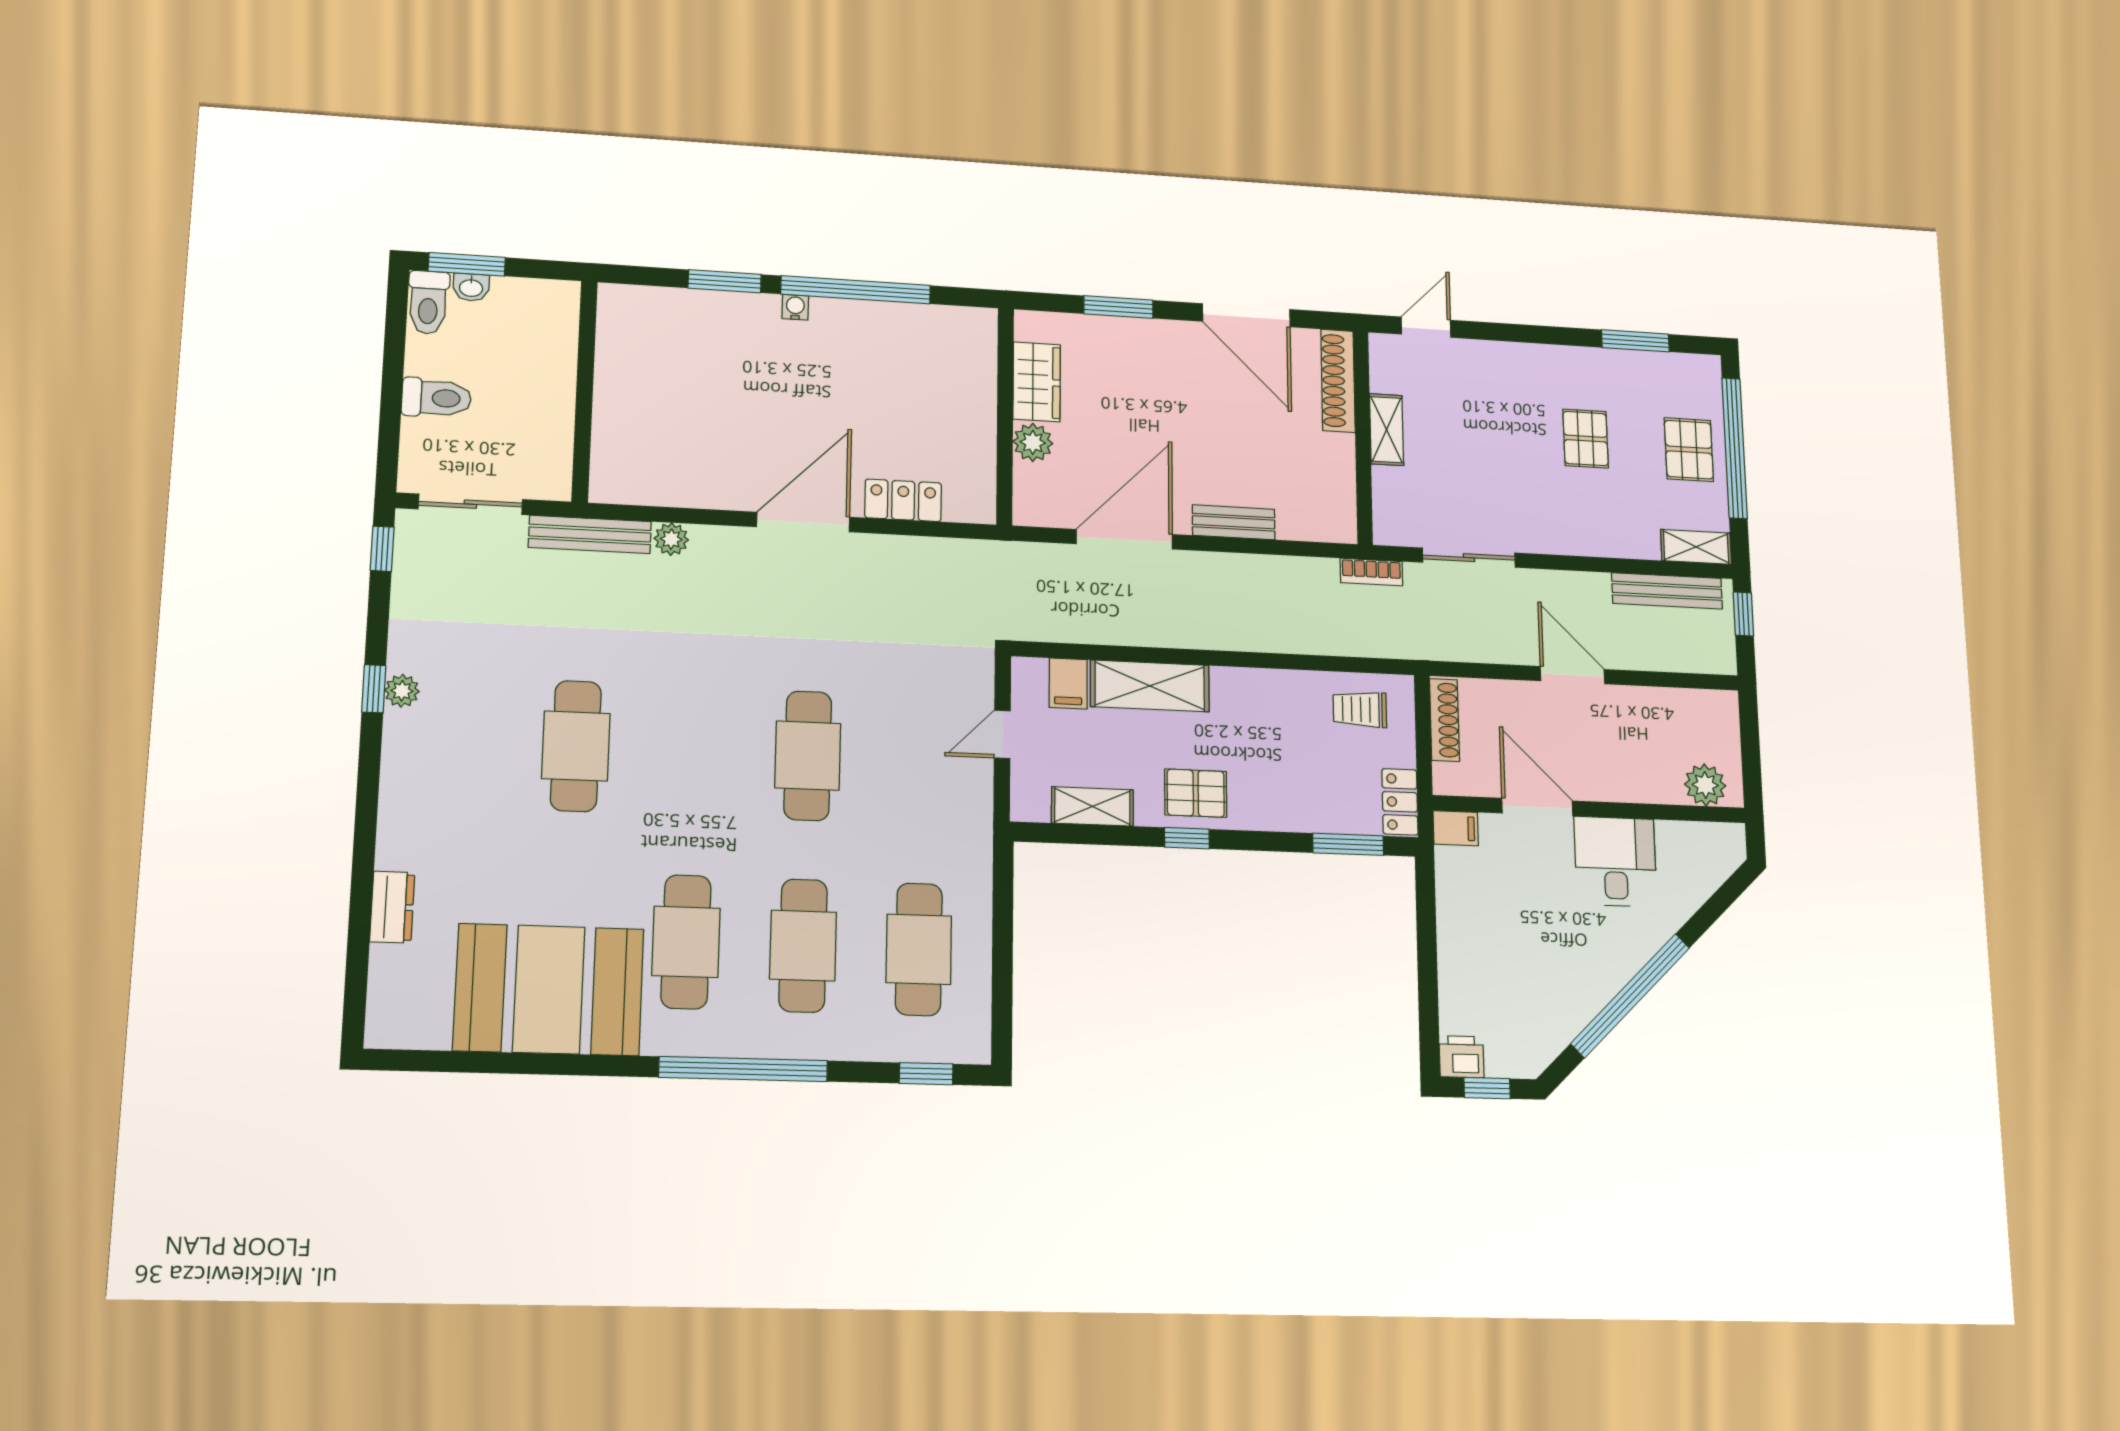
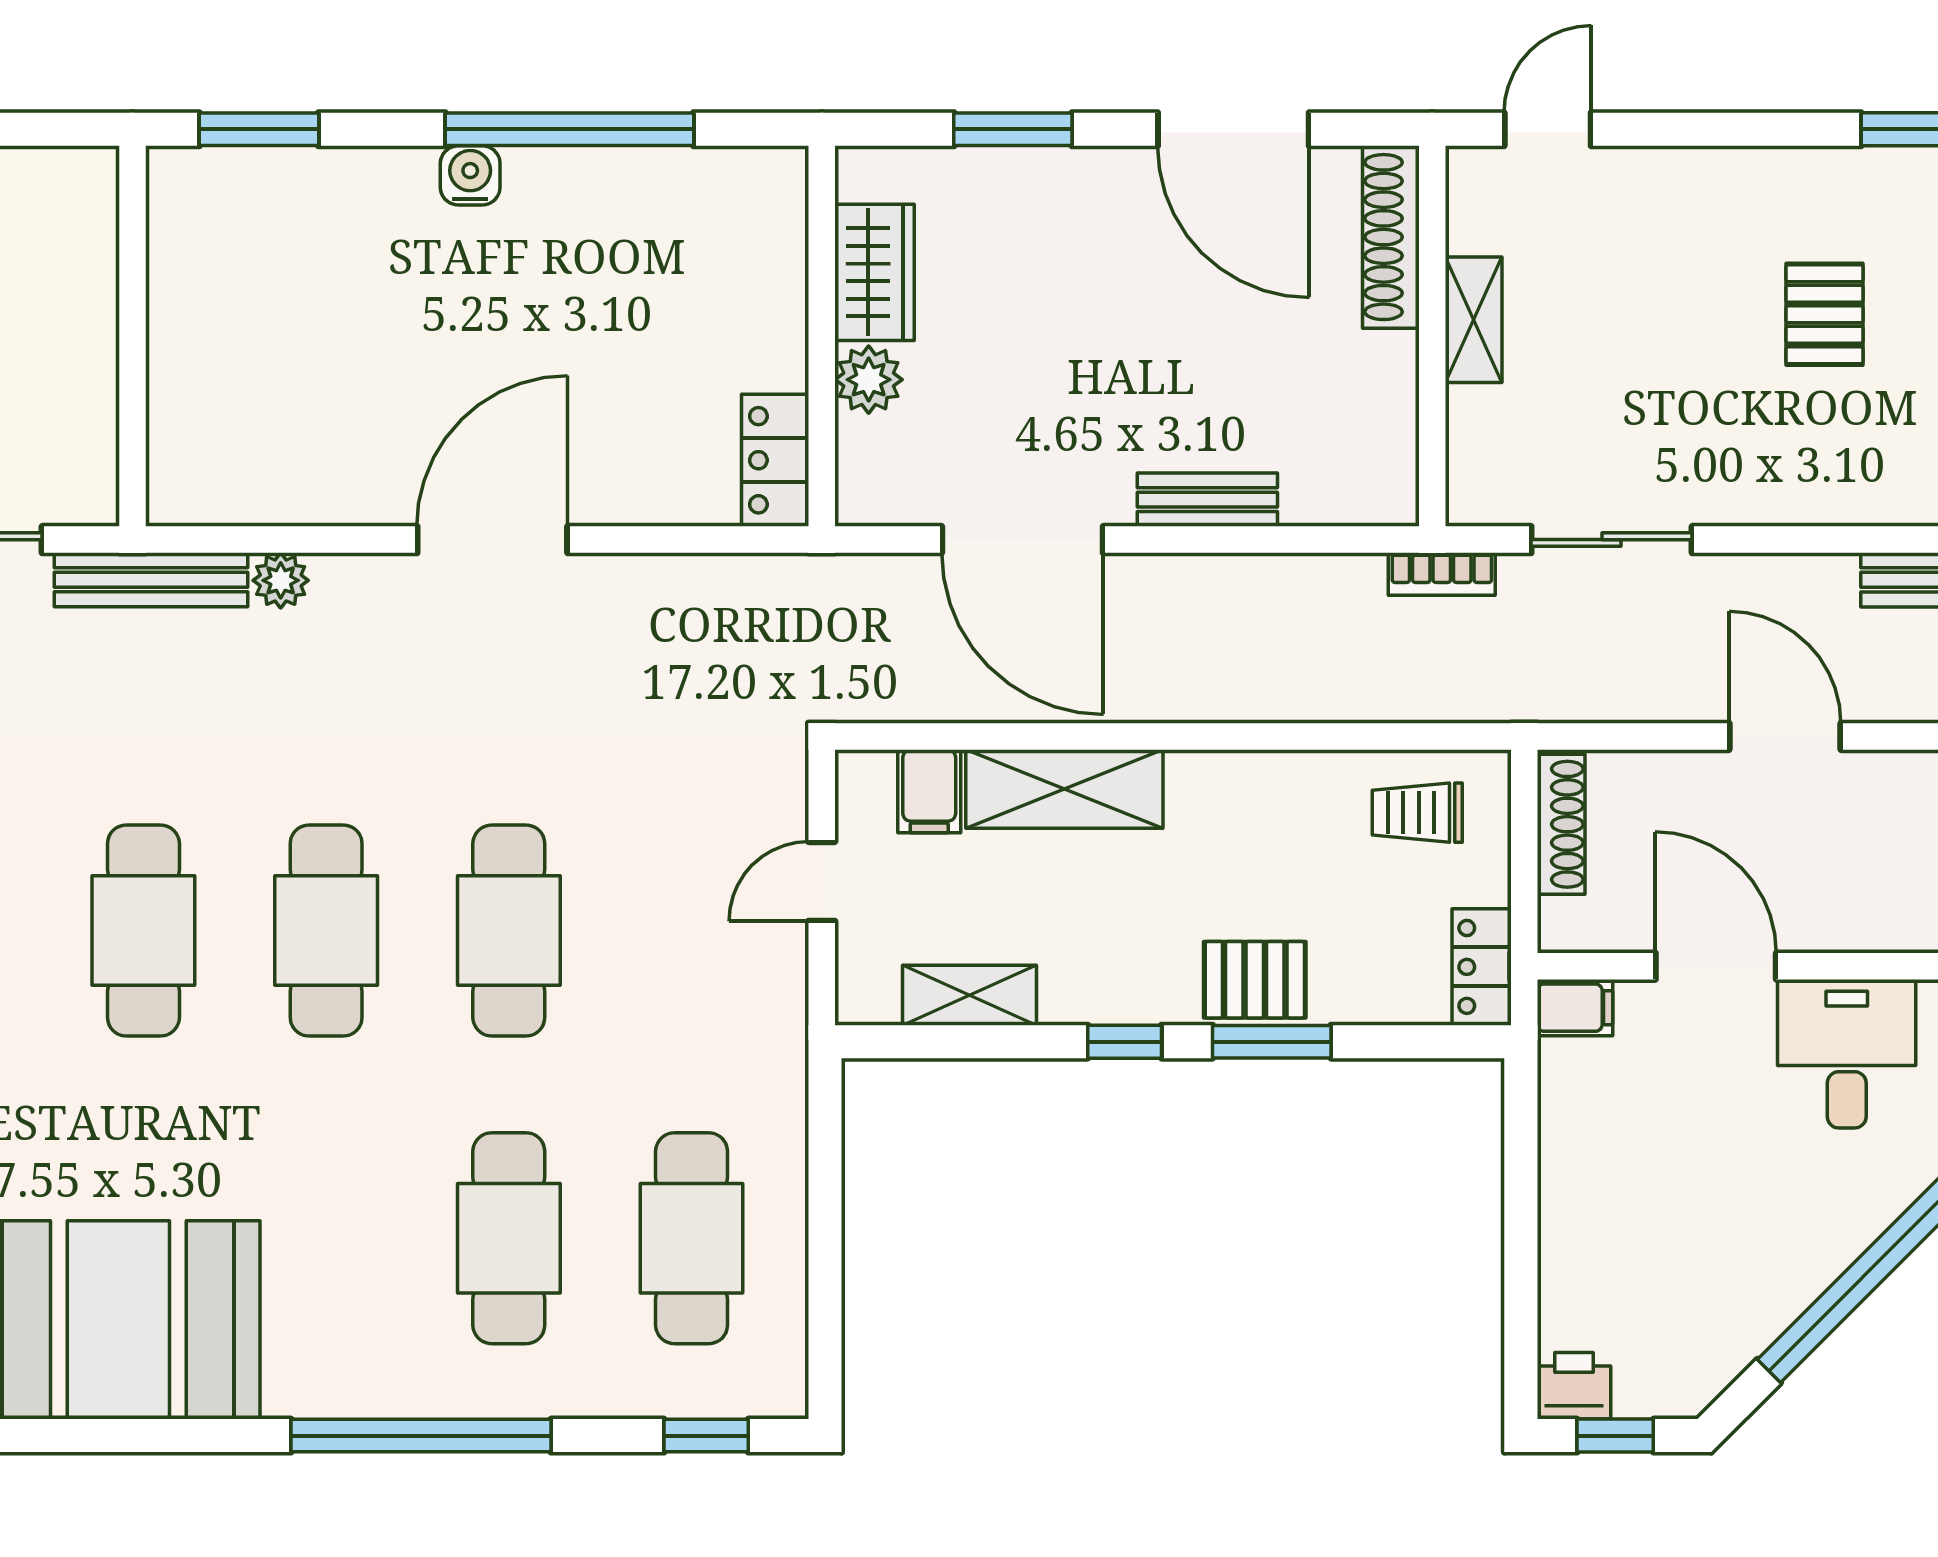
window: (725, 281) -> (259, 129), moved
water cooler: (795, 307) -> (470, 175), width x1.38, depth x1.38
locker: (903, 500) -> (775, 460), moved, turned -90
door: (1124, 539) -> (1022, 540), swing flipped
pallet: (1196, 793) -> (1255, 980), moved
window: (1348, 844) -> (1272, 1042), moved
cafe table: (686, 942) -> (326, 931), moved

